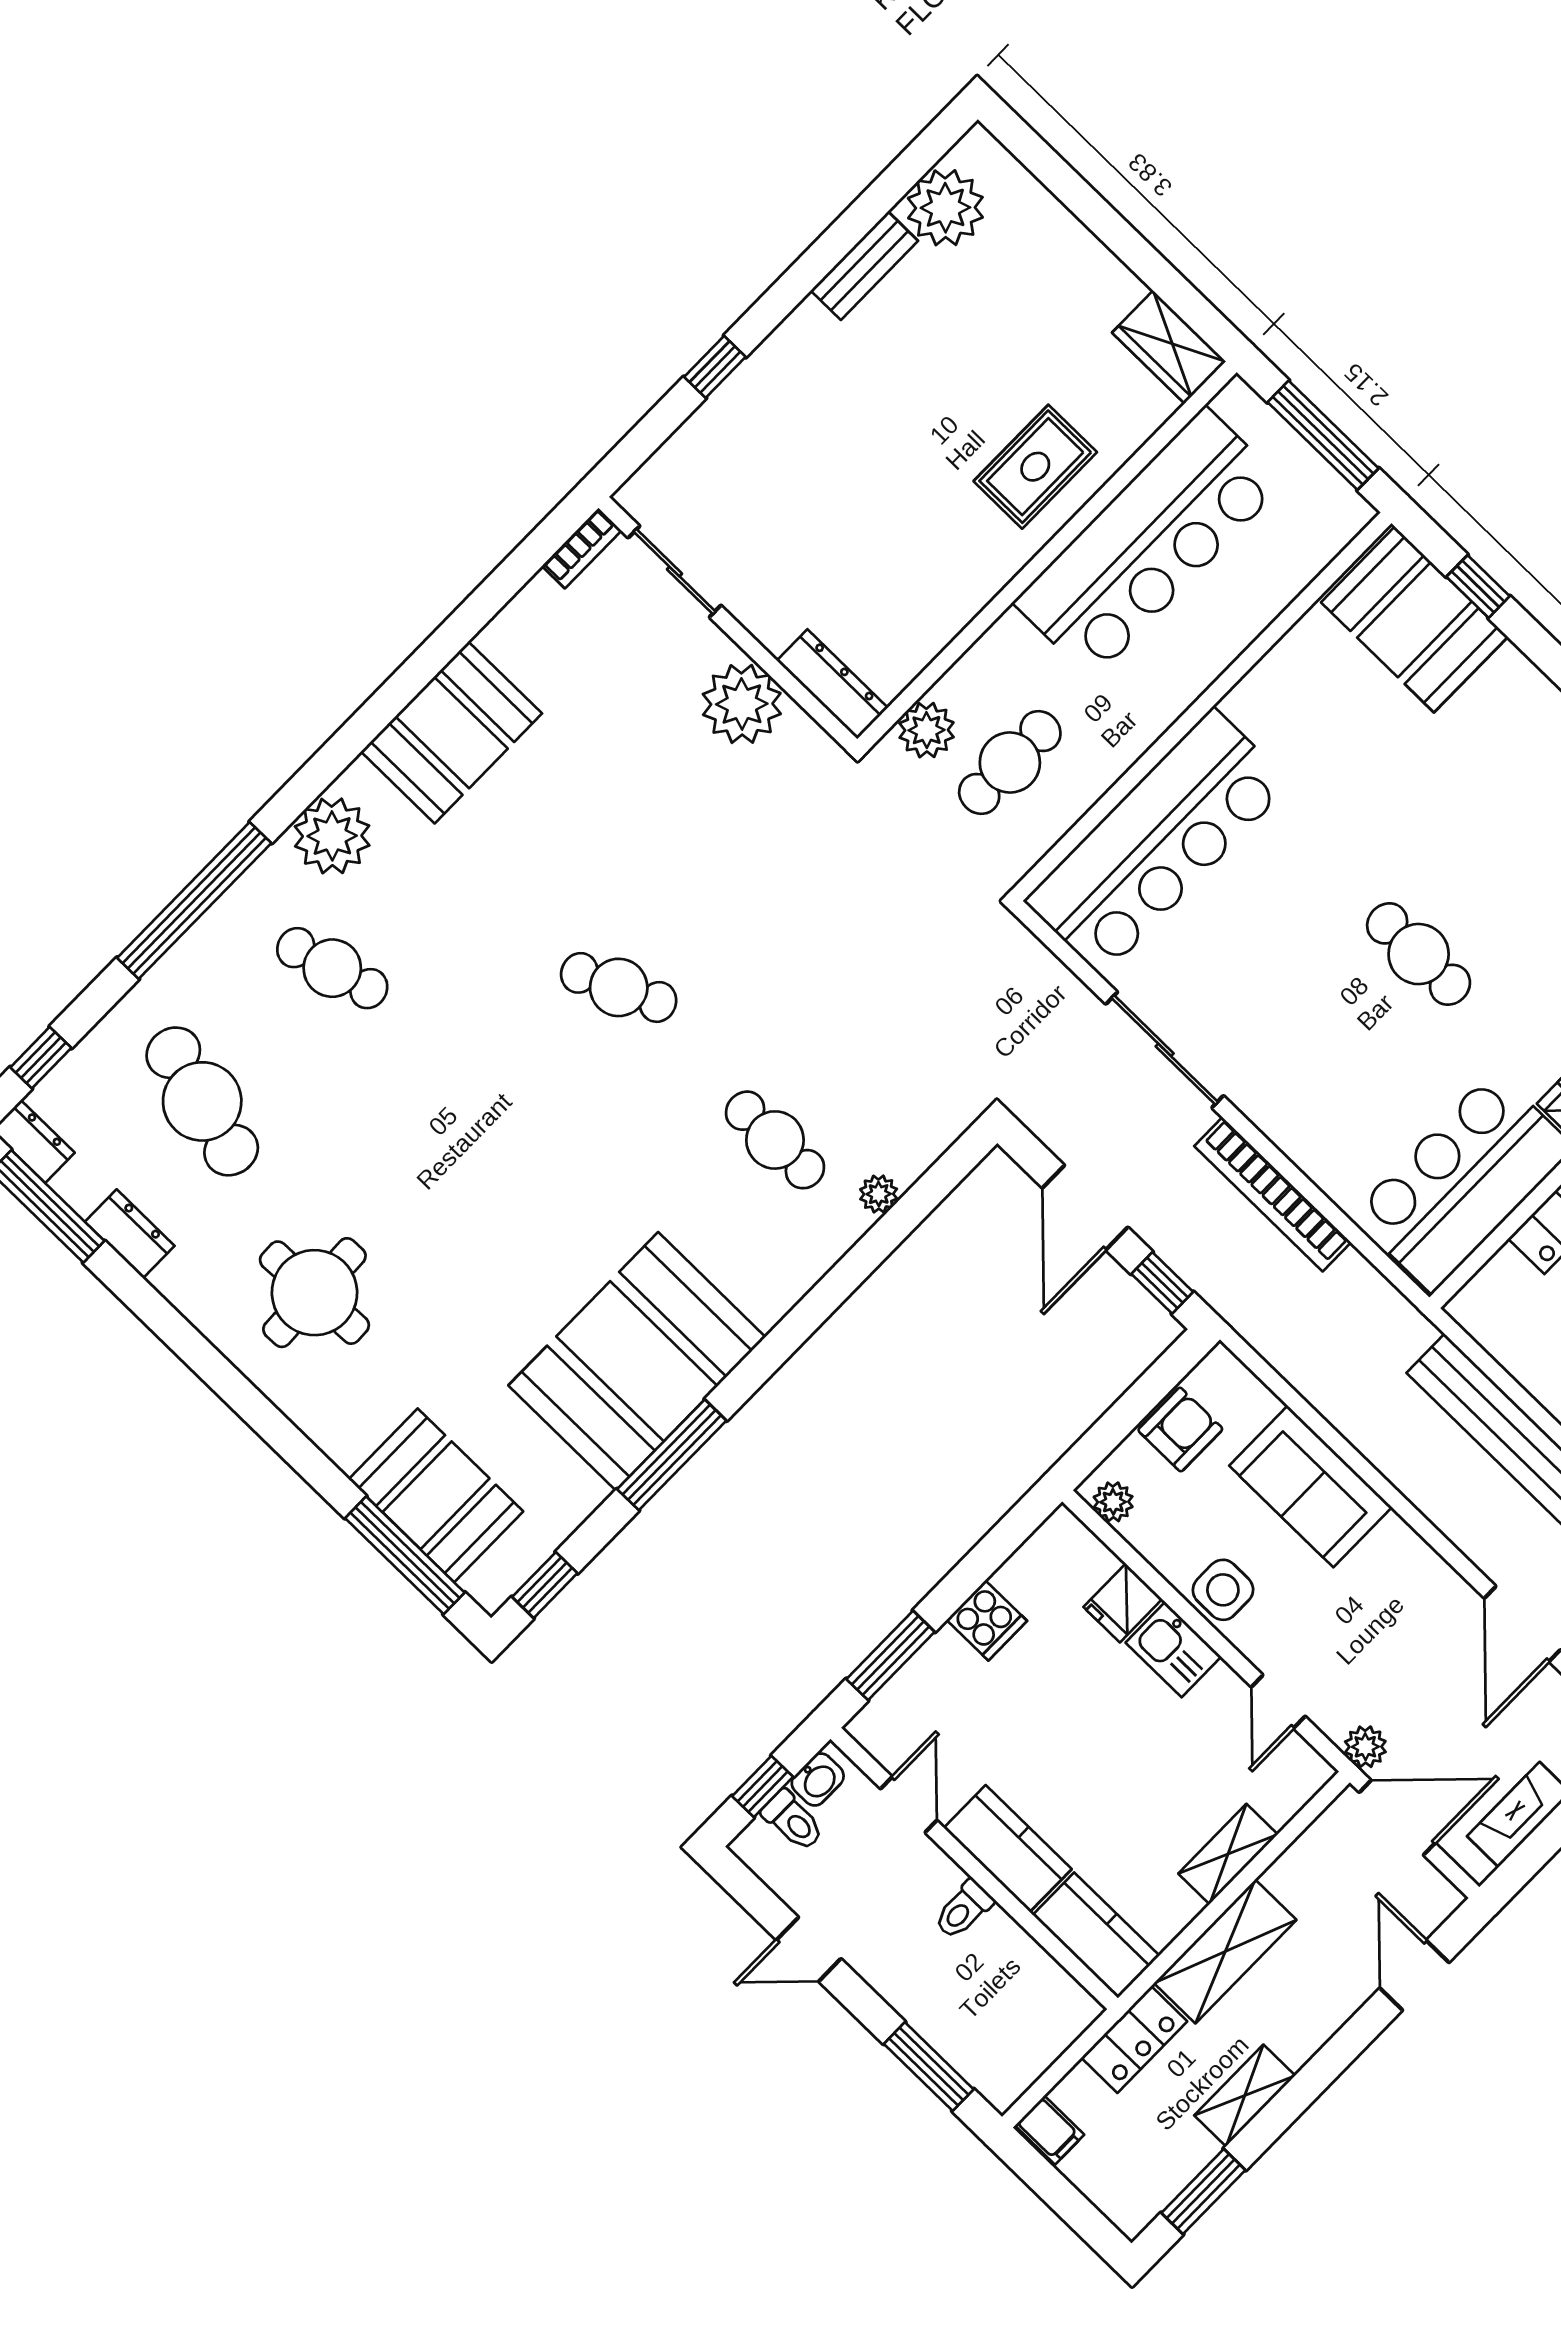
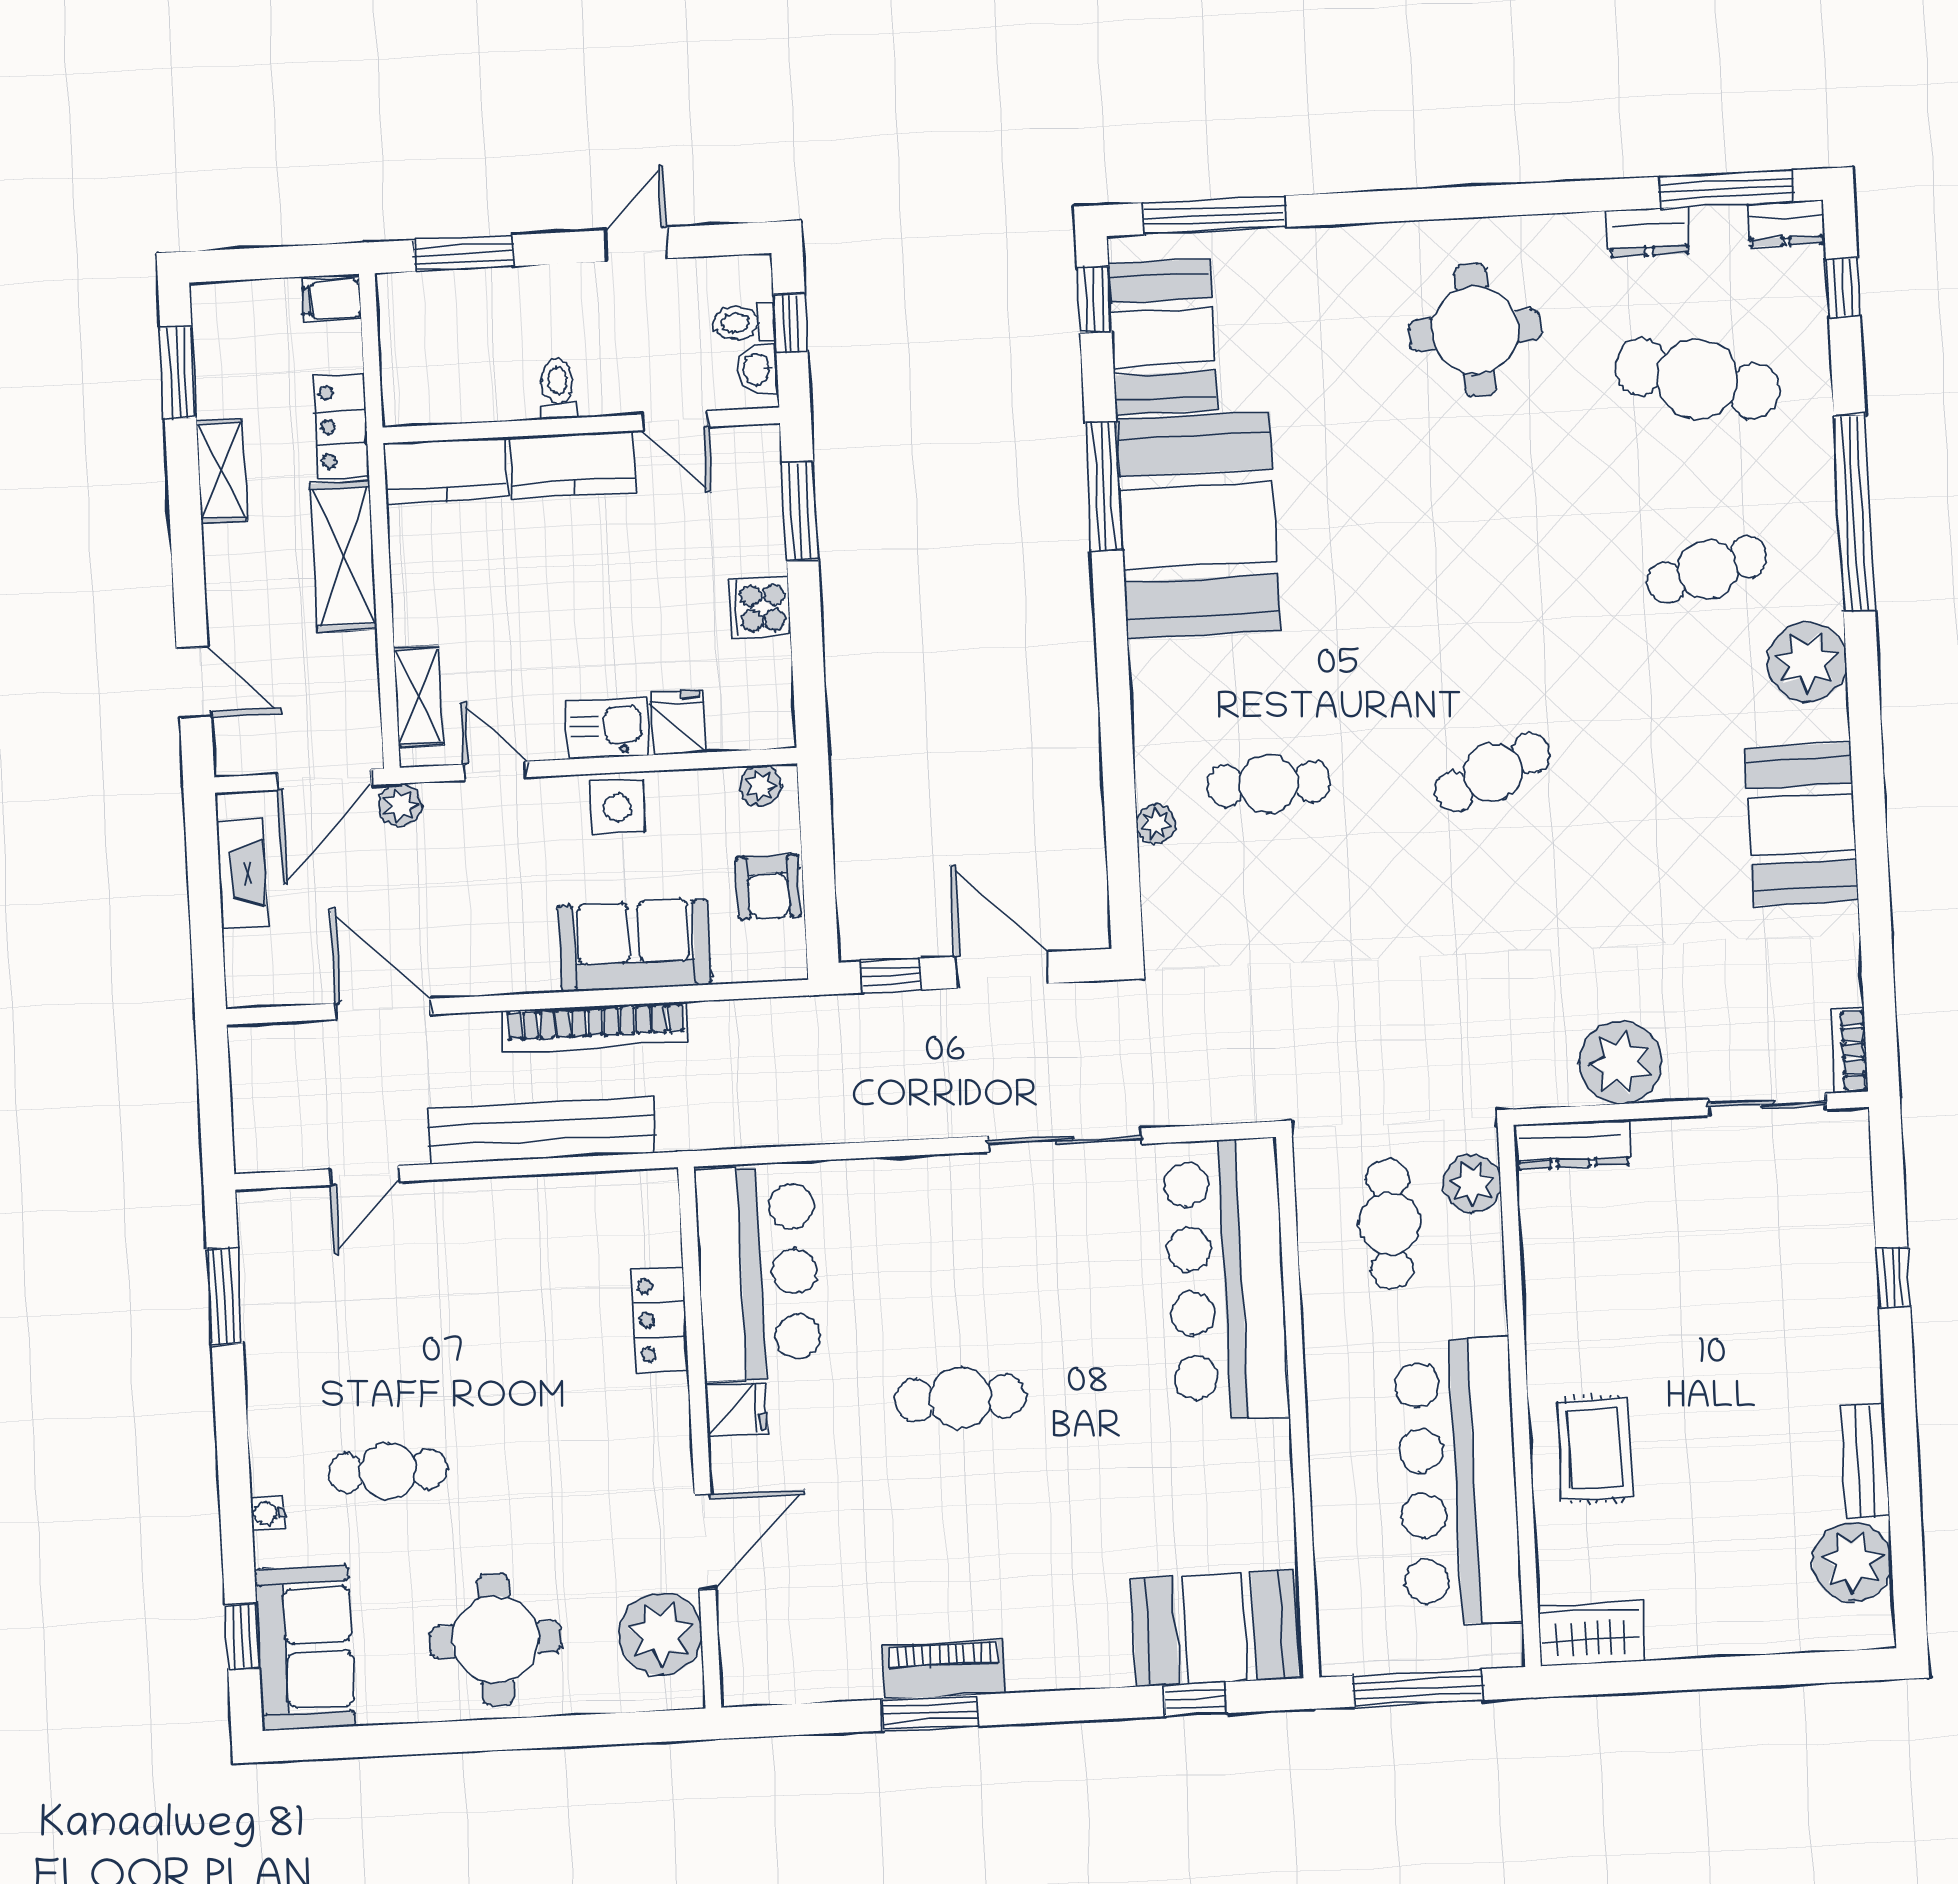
bookcase: (1273, 1194) -> (595, 1027), moved, turned 180
booth: (436, 1495) -> (1163, 337), moved, turned 90
shelving: (1228, 1854) -> (419, 696), moved

